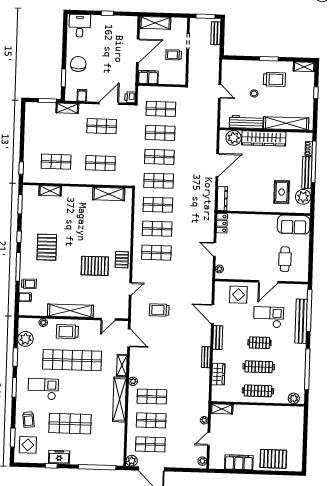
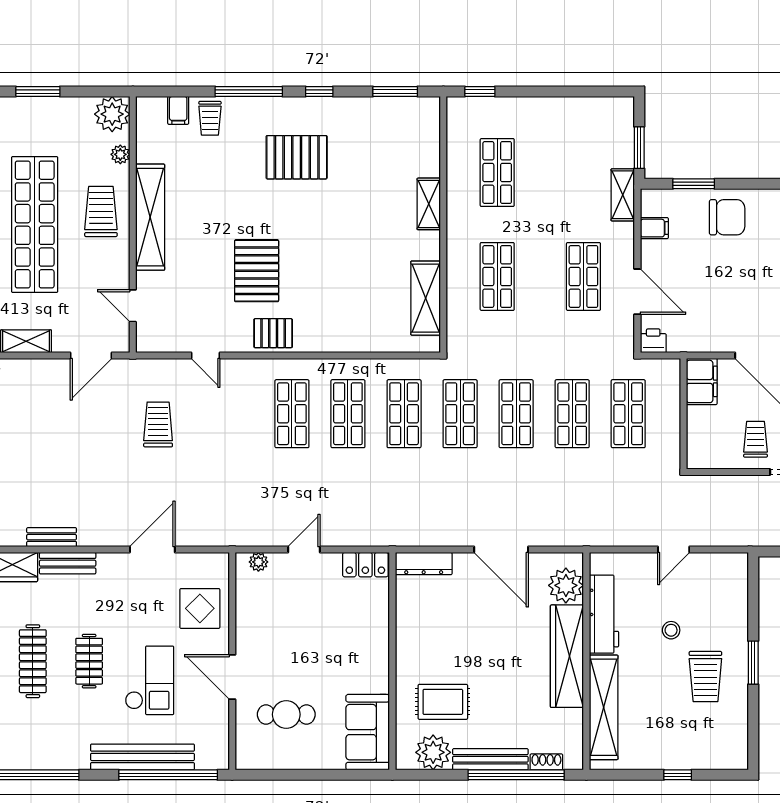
shelving: (304, 67) -> (737, 745), removed
shelving: (50, 191) -> (429, 204), moved
bench: (218, 338) -> (68, 563), moved
plant: (25, 339) -> (112, 114), moved

